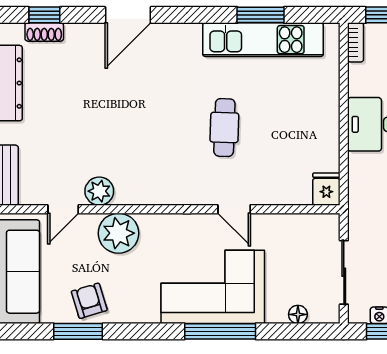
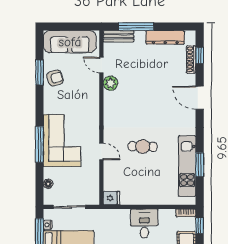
shoe rack: (44, 32) -> (191, 59), width x1.43
door: (234, 209) -> (101, 151), swing flipped
plant: (118, 233) -> (89, 93), removed

